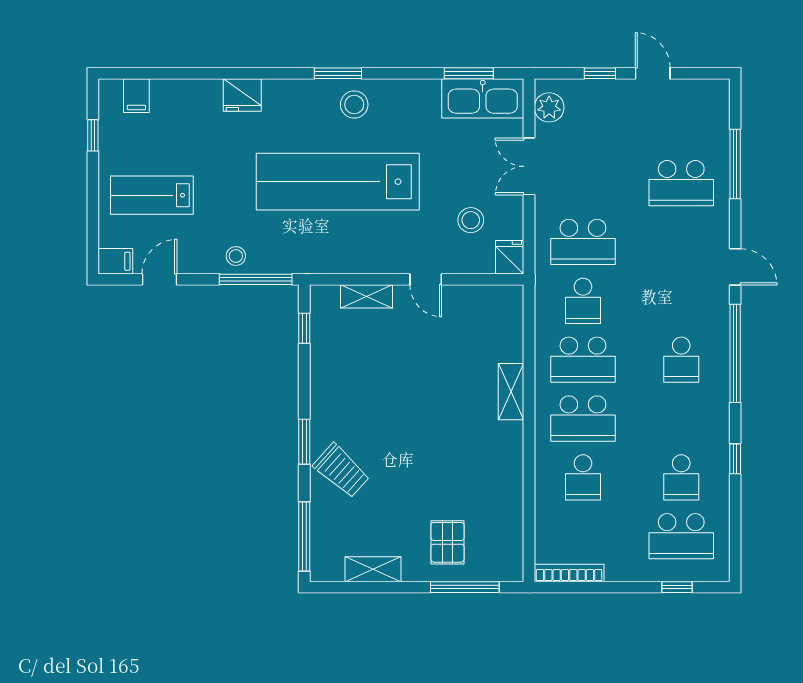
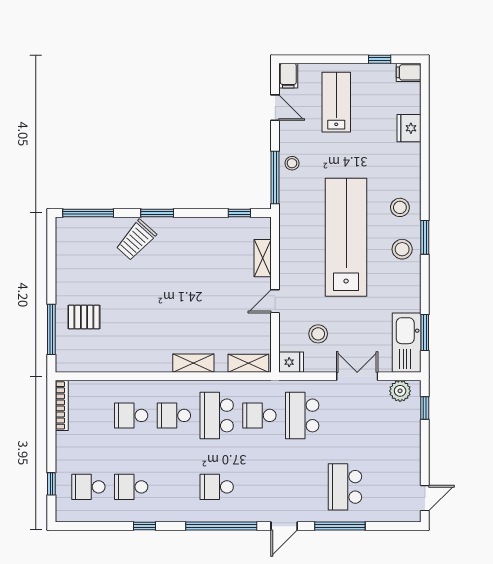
window: (600, 73) -> (425, 408), moved
door: (653, 73) -> (425, 498), moved
fridge: (242, 95) -> (409, 128), moved
filing cabinet: (136, 96) -> (409, 72), moved
stool: (297, 108) -> (400, 207), added
window: (735, 164) -> (340, 526), moved
school desk: (583, 419) -> (174, 415), width x0.54
school desk: (681, 536) -> (88, 487), width x0.54
shelving: (373, 569) -> (248, 363), moved, turned 90

